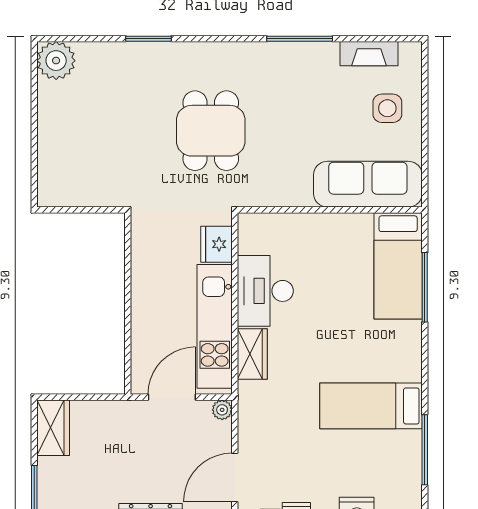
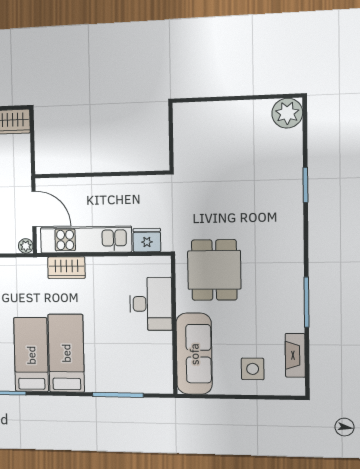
dining table: (211, 131) -> (214, 270), moved, turned 90
bed: (398, 266) -> (66, 353), moved, turned 90
desk: (265, 291) -> (151, 304), moved, turned 90

